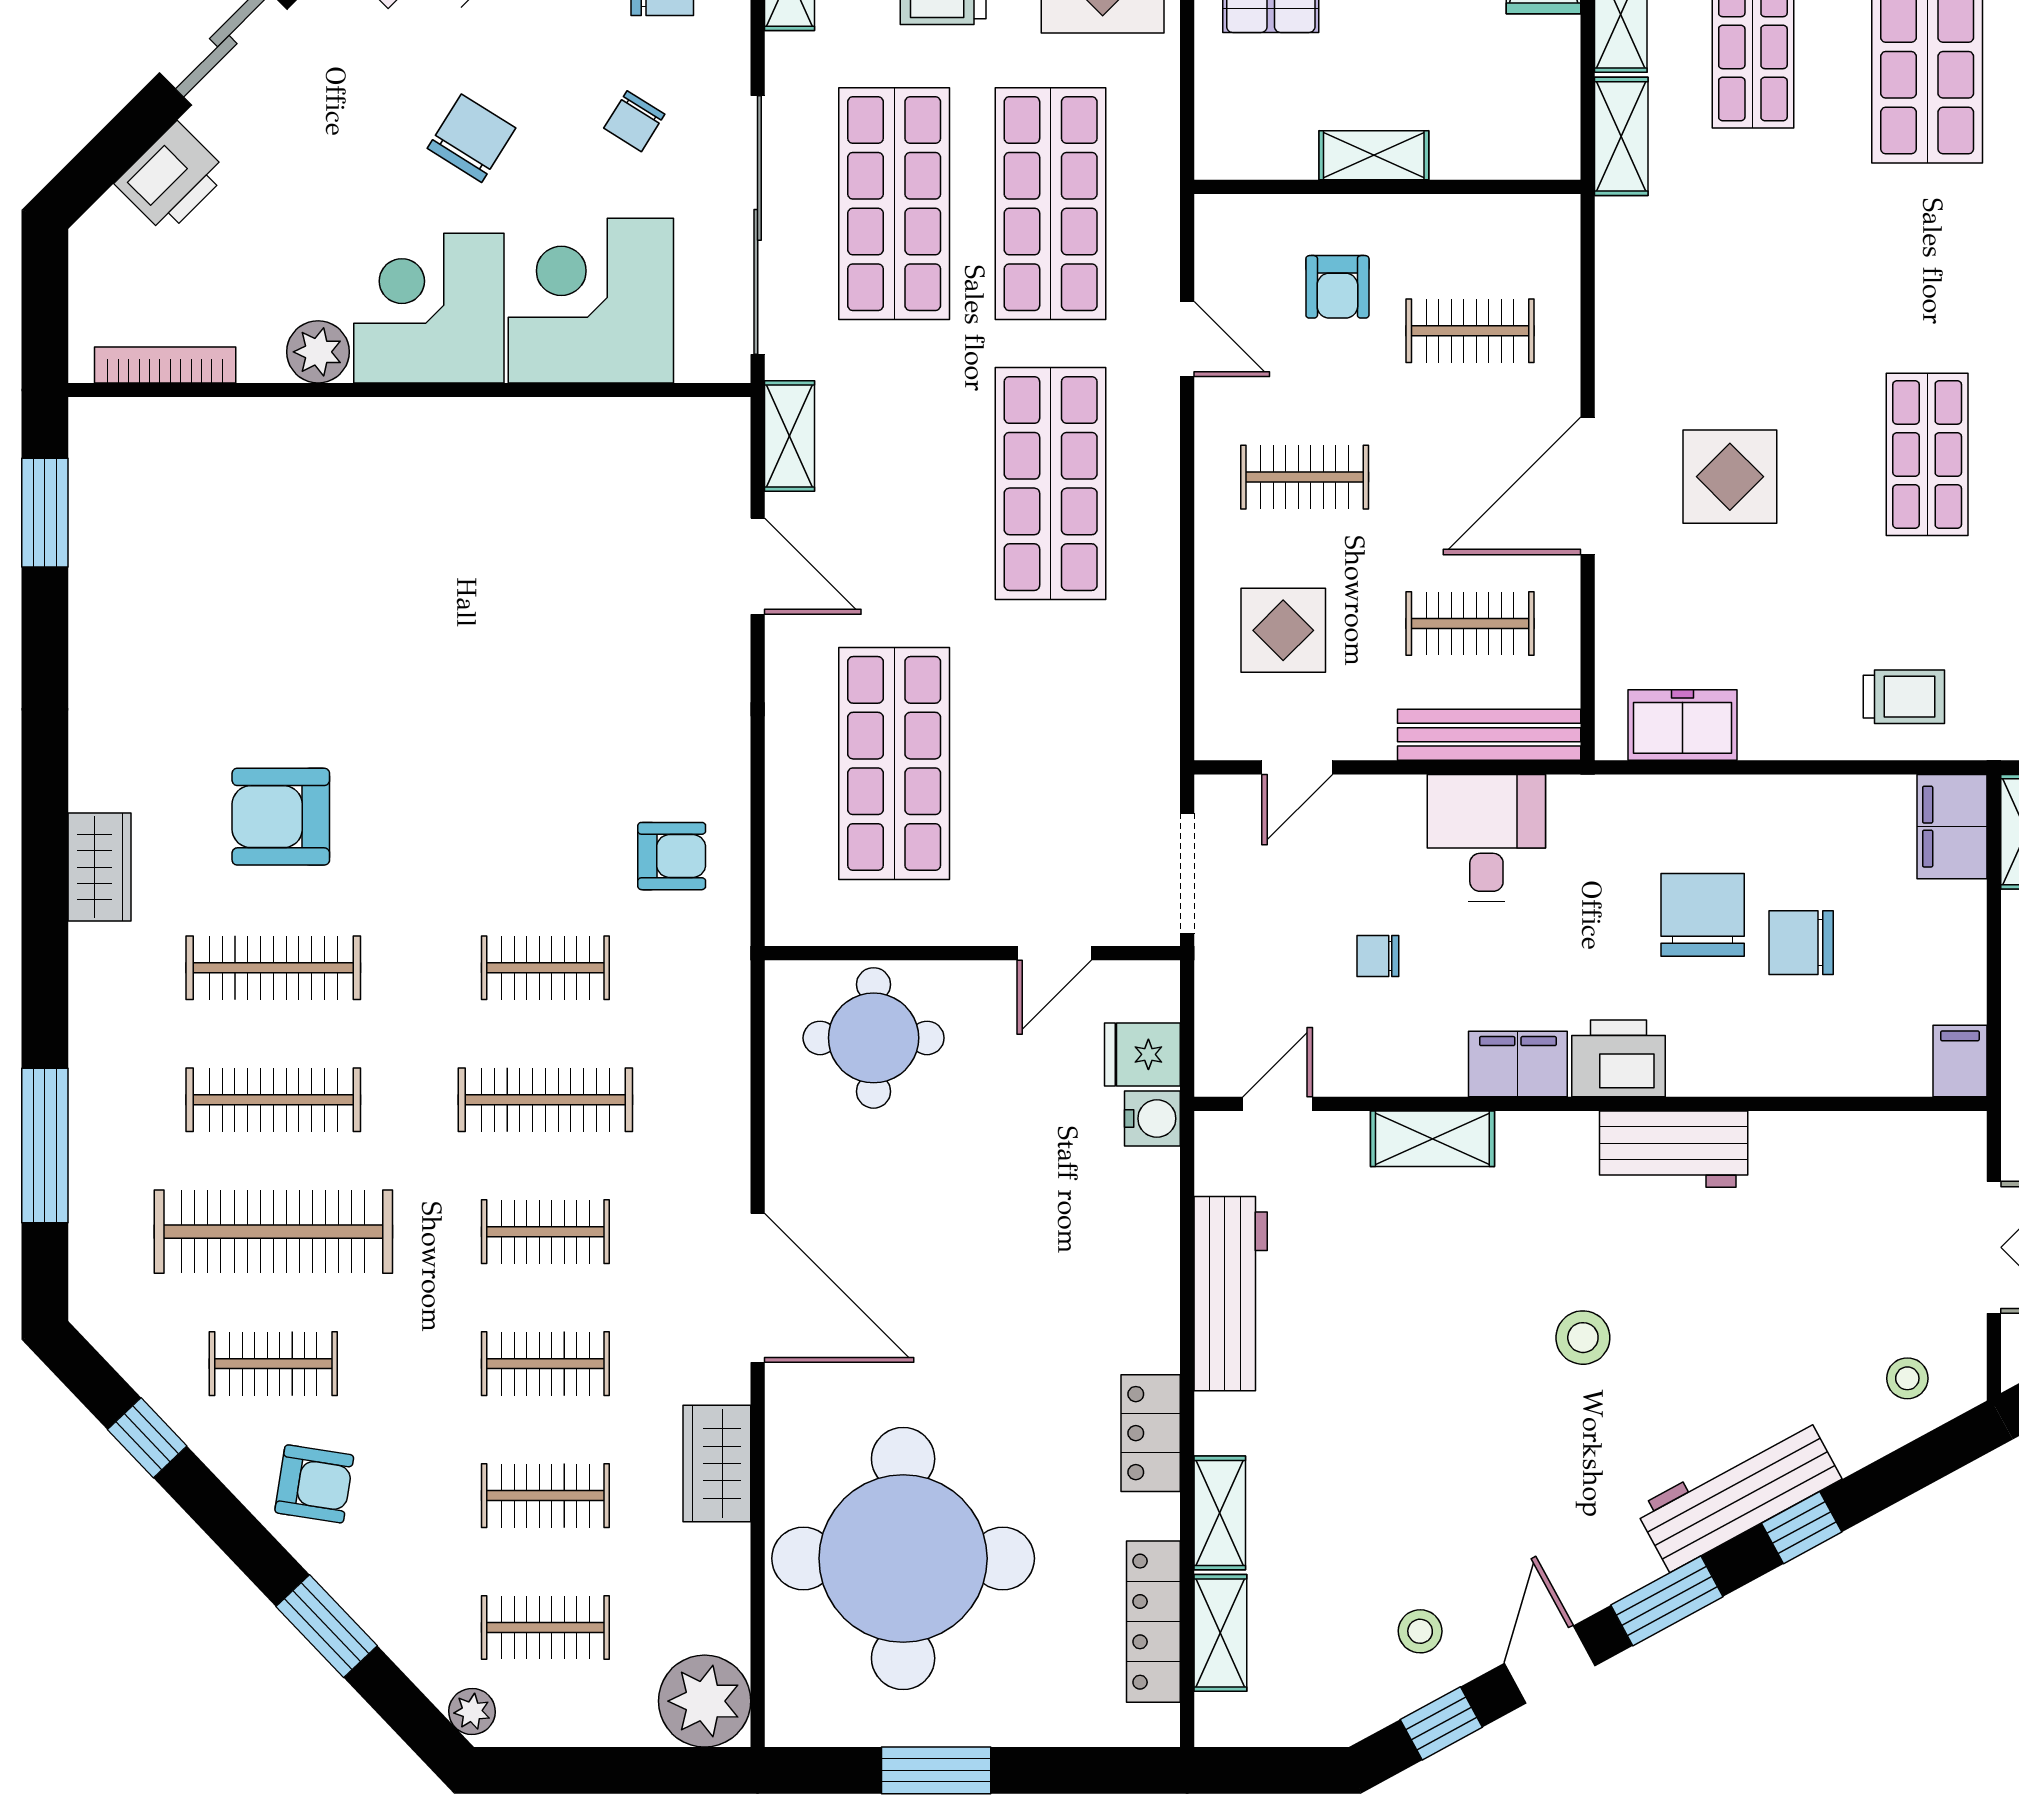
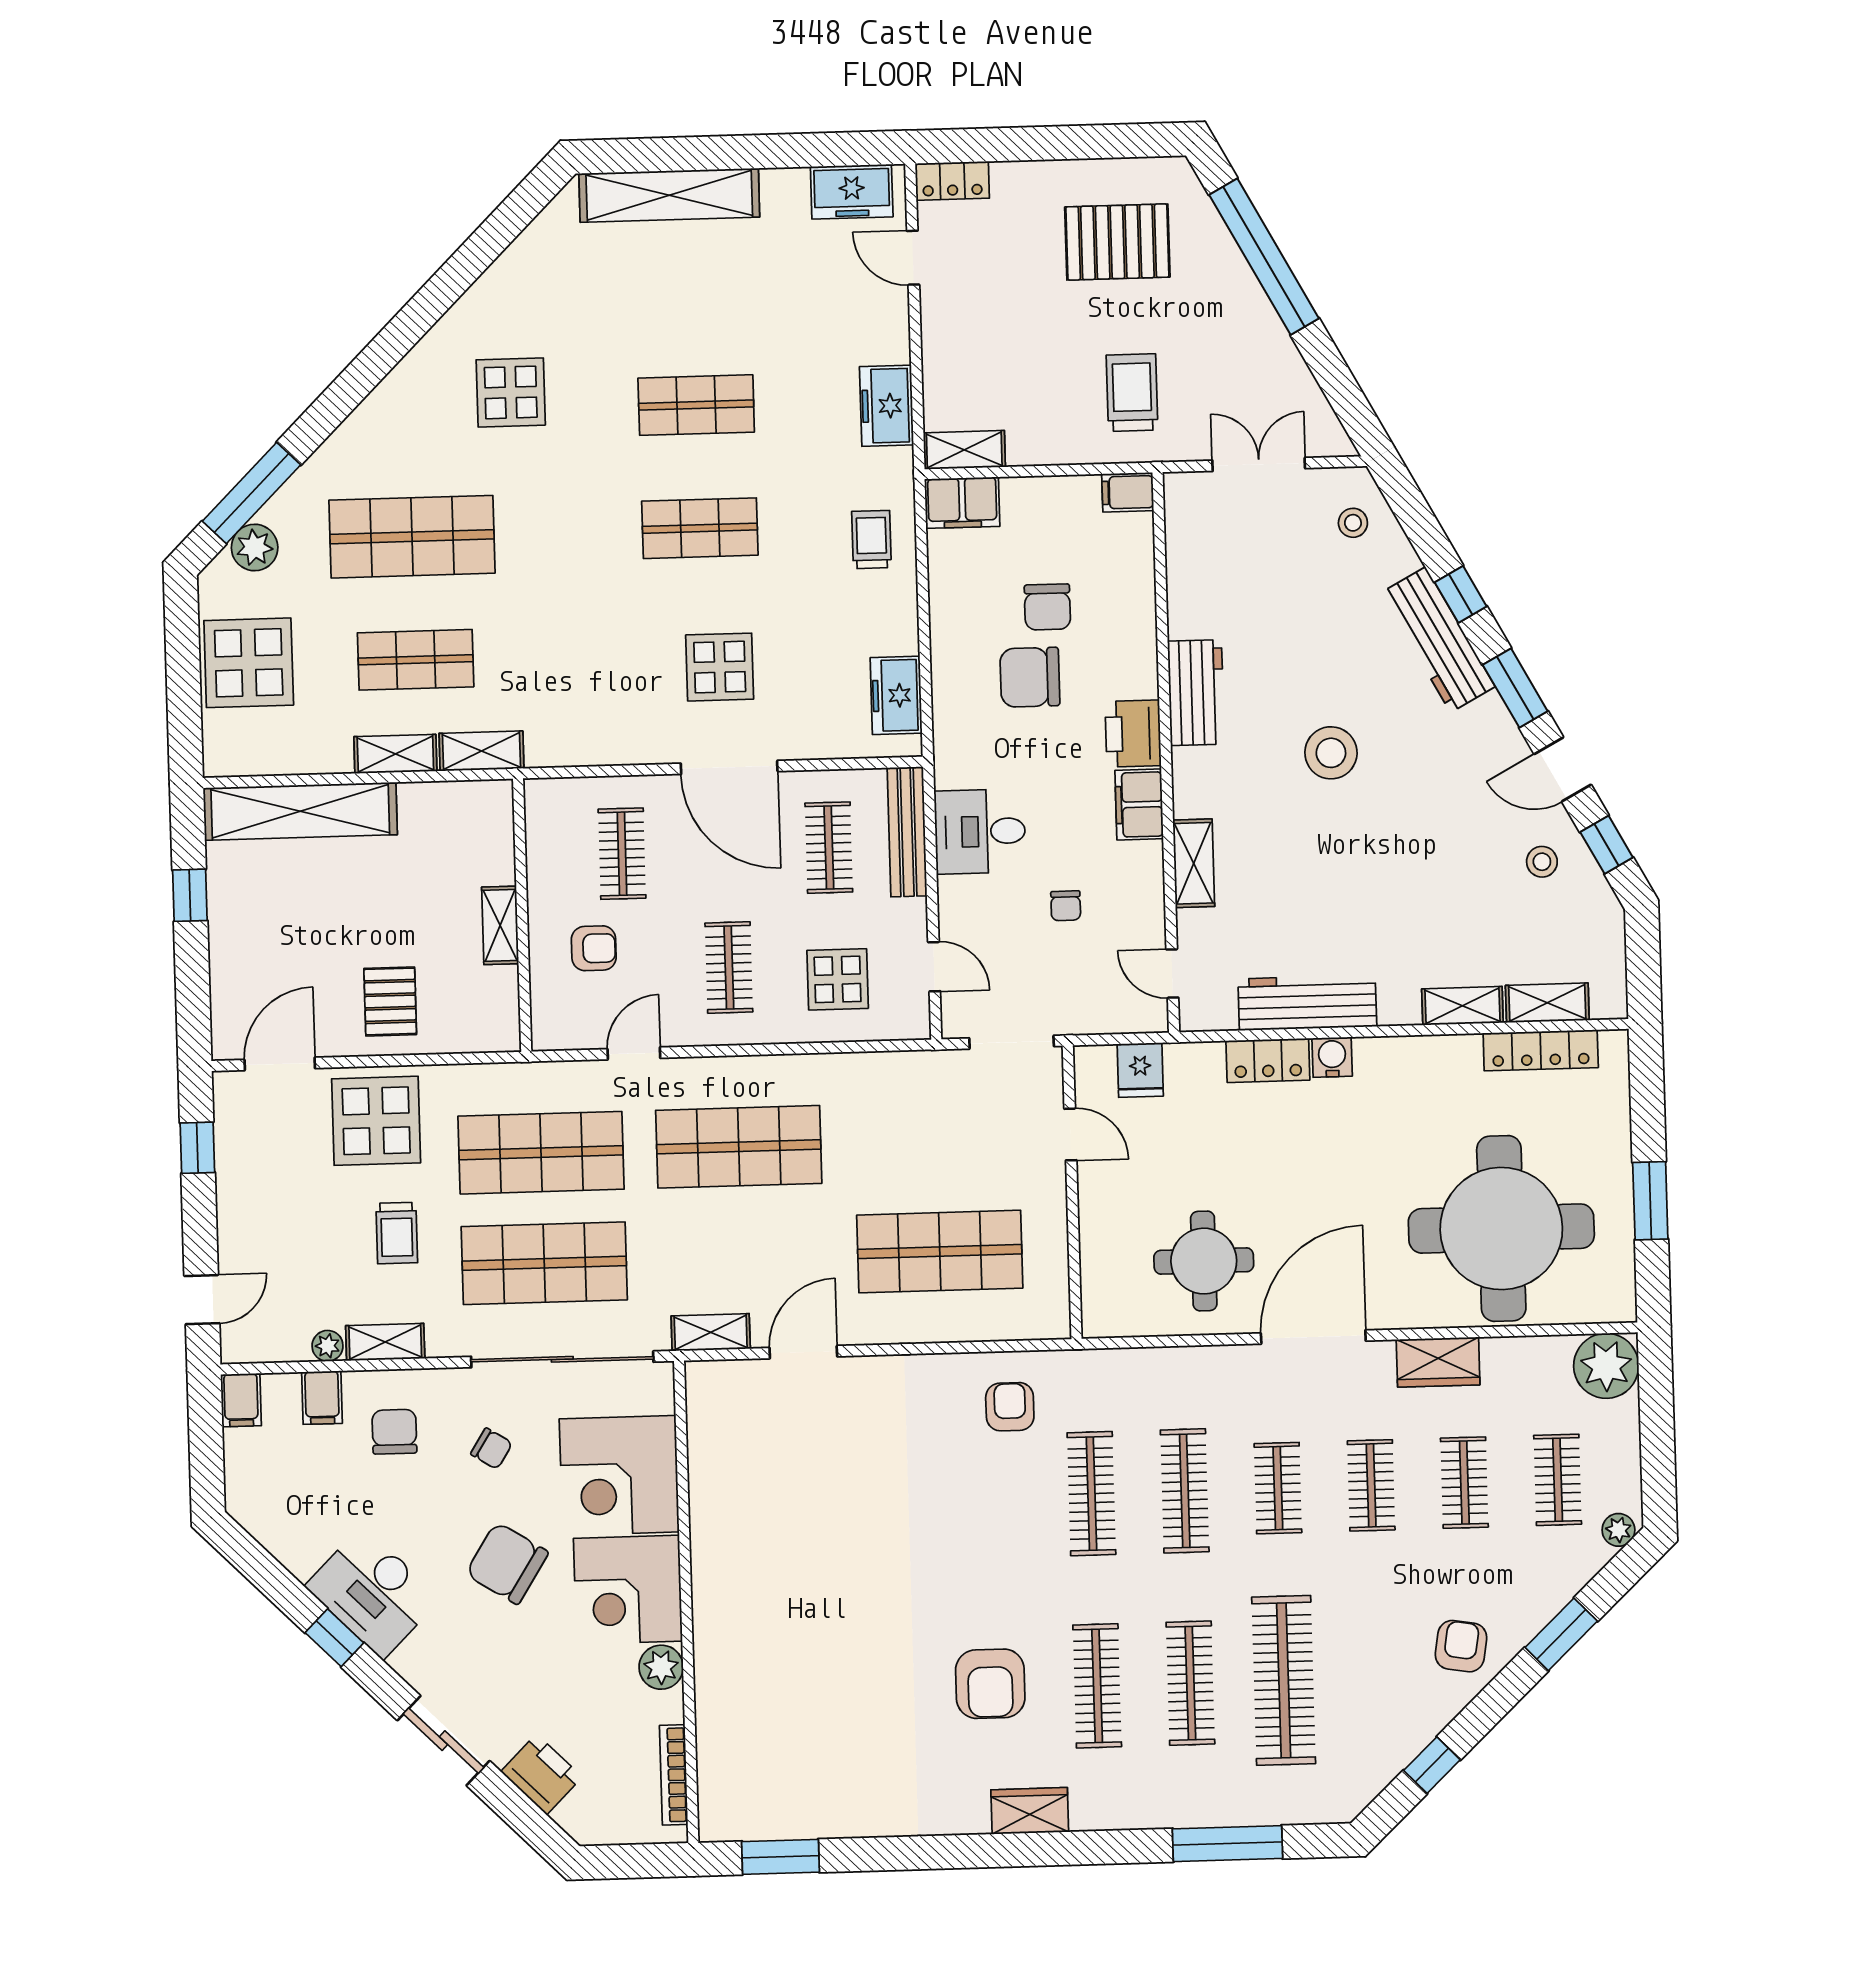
chair: (471, 138) -> (507, 1563), width x1.37, depth x1.37
clothes rail: (545, 968) -> (1091, 1494), width x1.36
round table: (874, 1038) -> (1204, 1261), moved
water cooler: (1152, 1119) -> (1332, 1057), moved
stool: (1583, 1338) -> (1331, 753), width x1.38, depth x1.38
clothes rail: (273, 1364) -> (1377, 1678), removed
locker: (1151, 1433) -> (1268, 1060), moved

